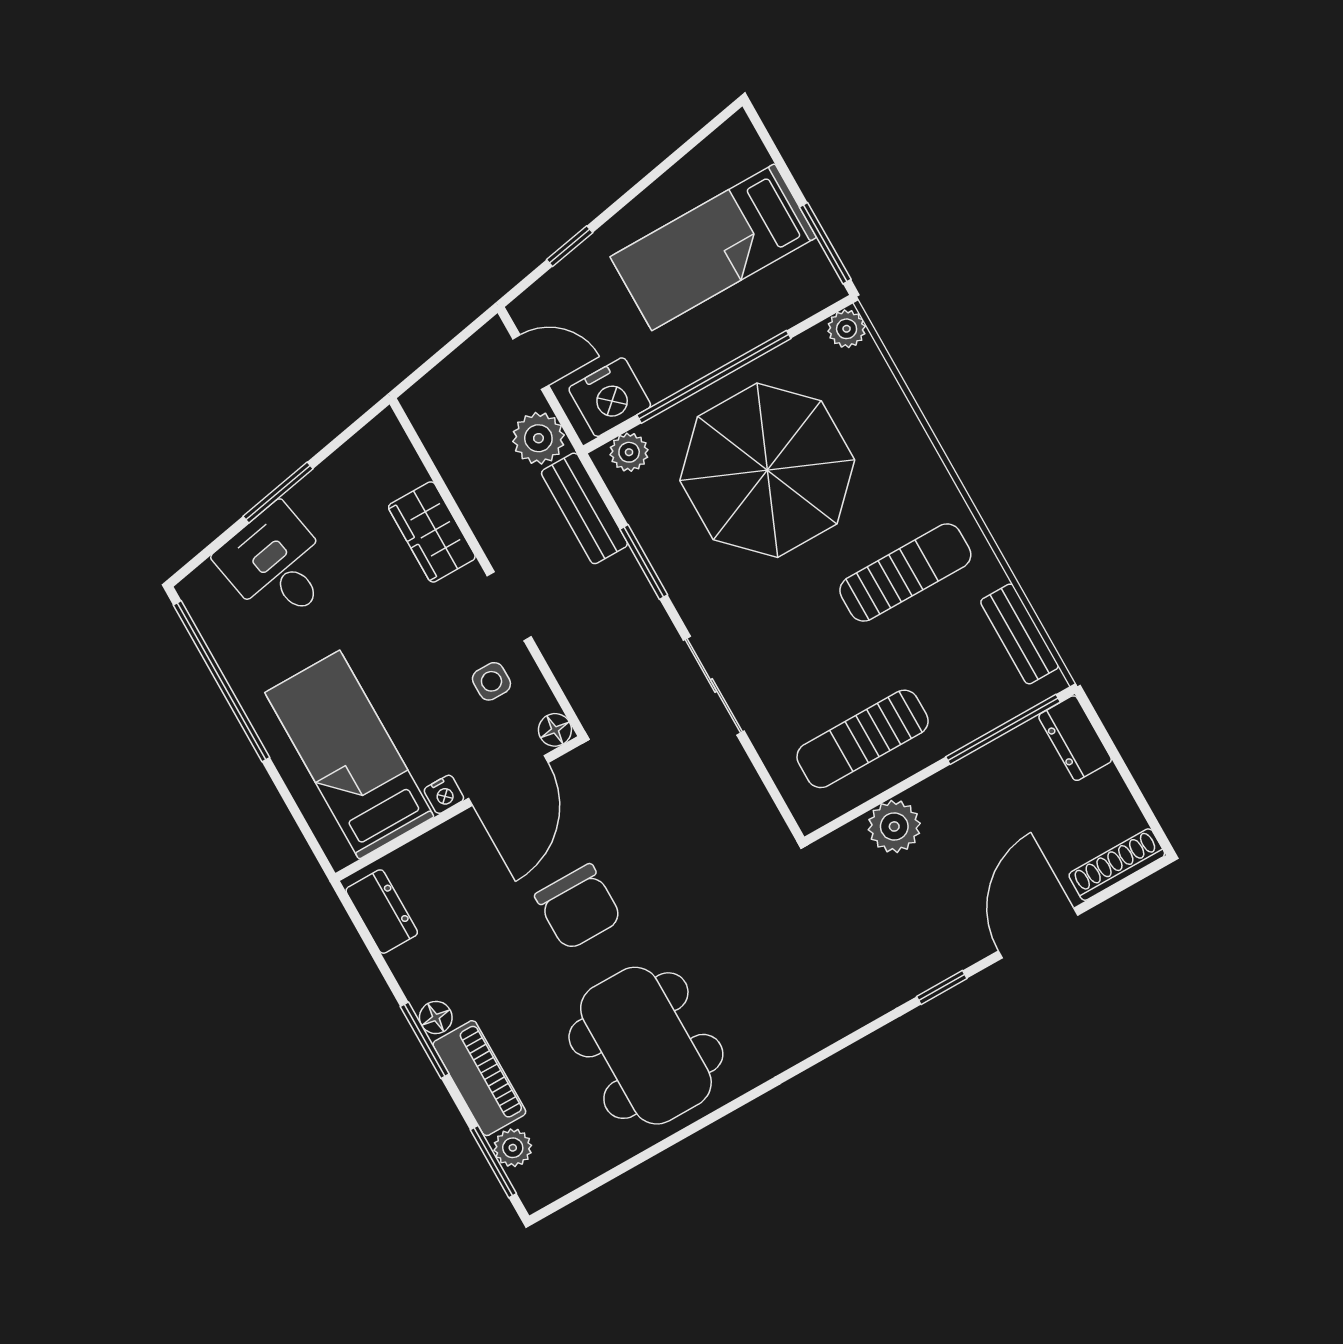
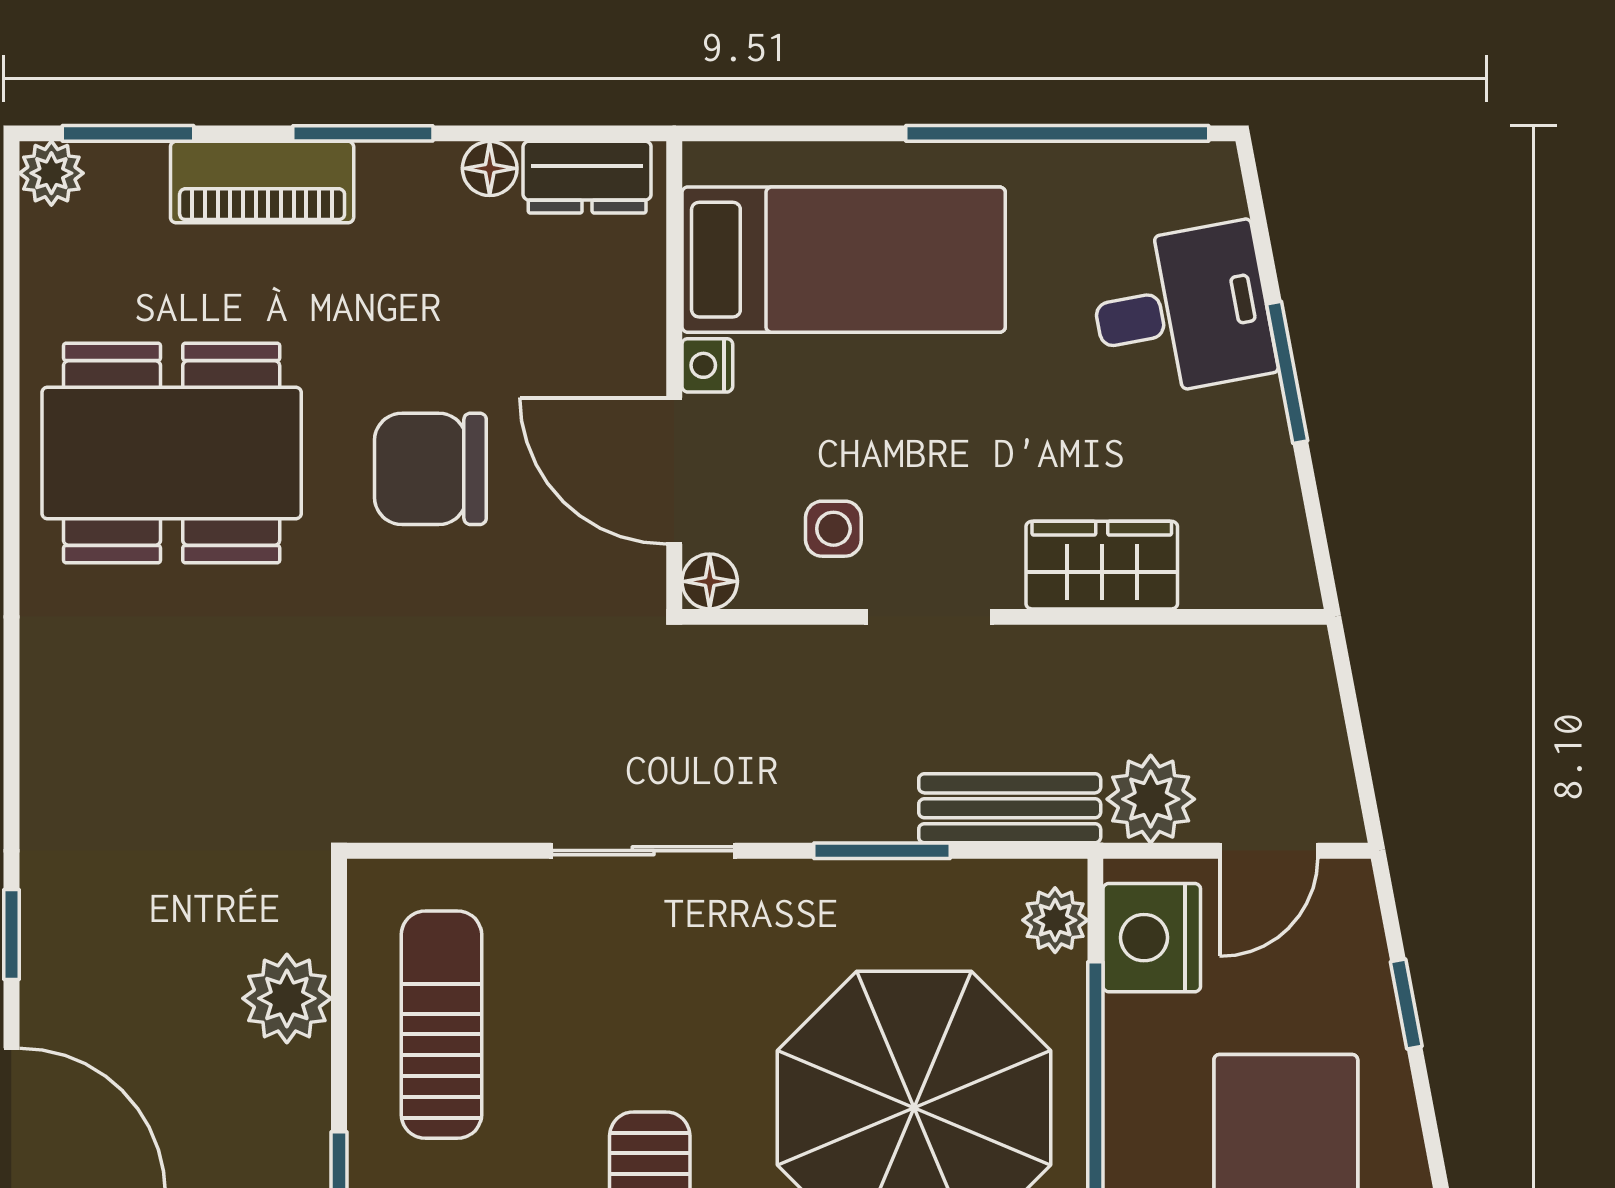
floor lamp: (436, 1017) -> (490, 168), moved
plant: (513, 1148) -> (51, 173), moved

